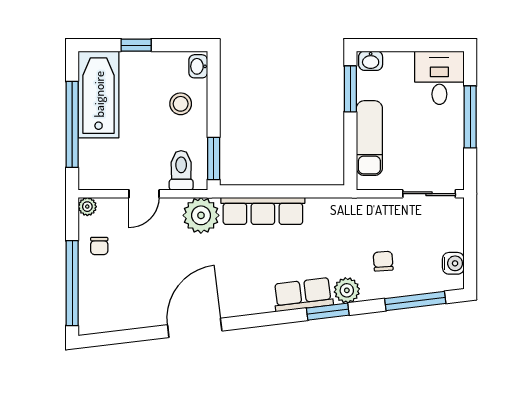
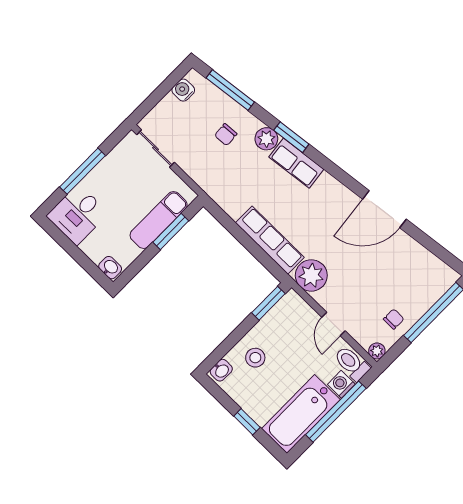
window: (350, 89) -> (171, 231), moved
washing machine: (89, 151) -> (341, 384), added
toilet: (181, 170) -> (352, 363), moved, turned 90
door: (144, 194) -> (333, 324), swing flipped

